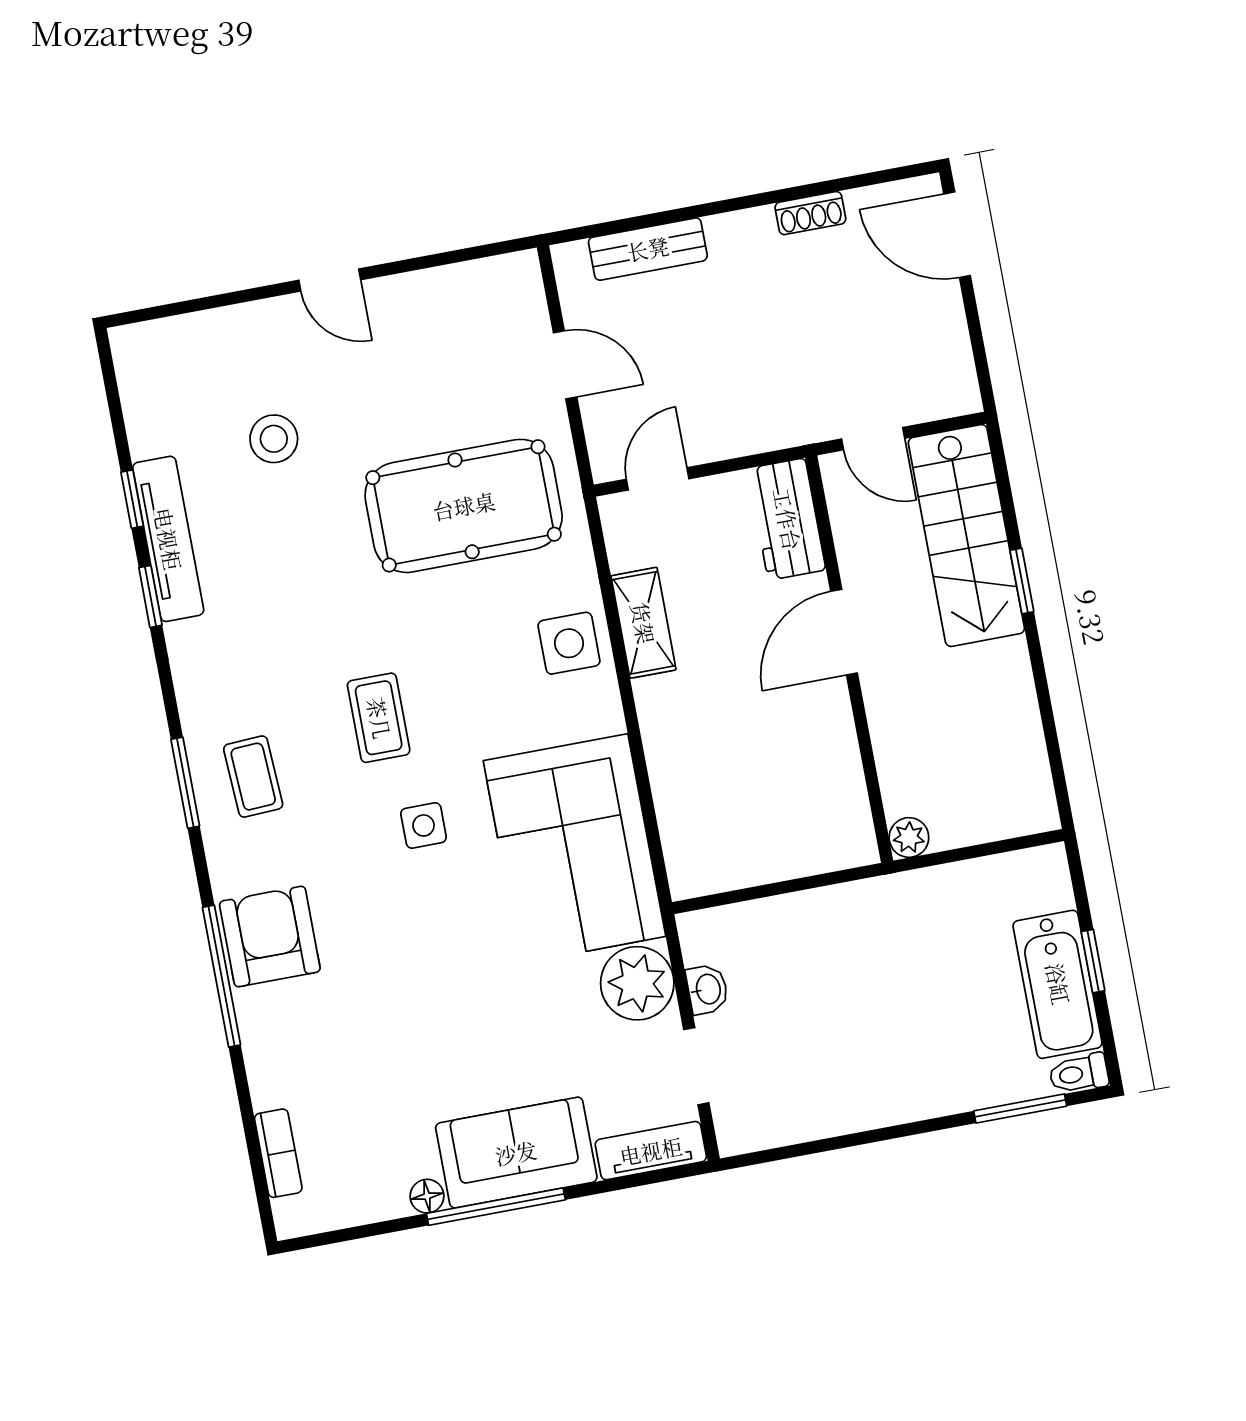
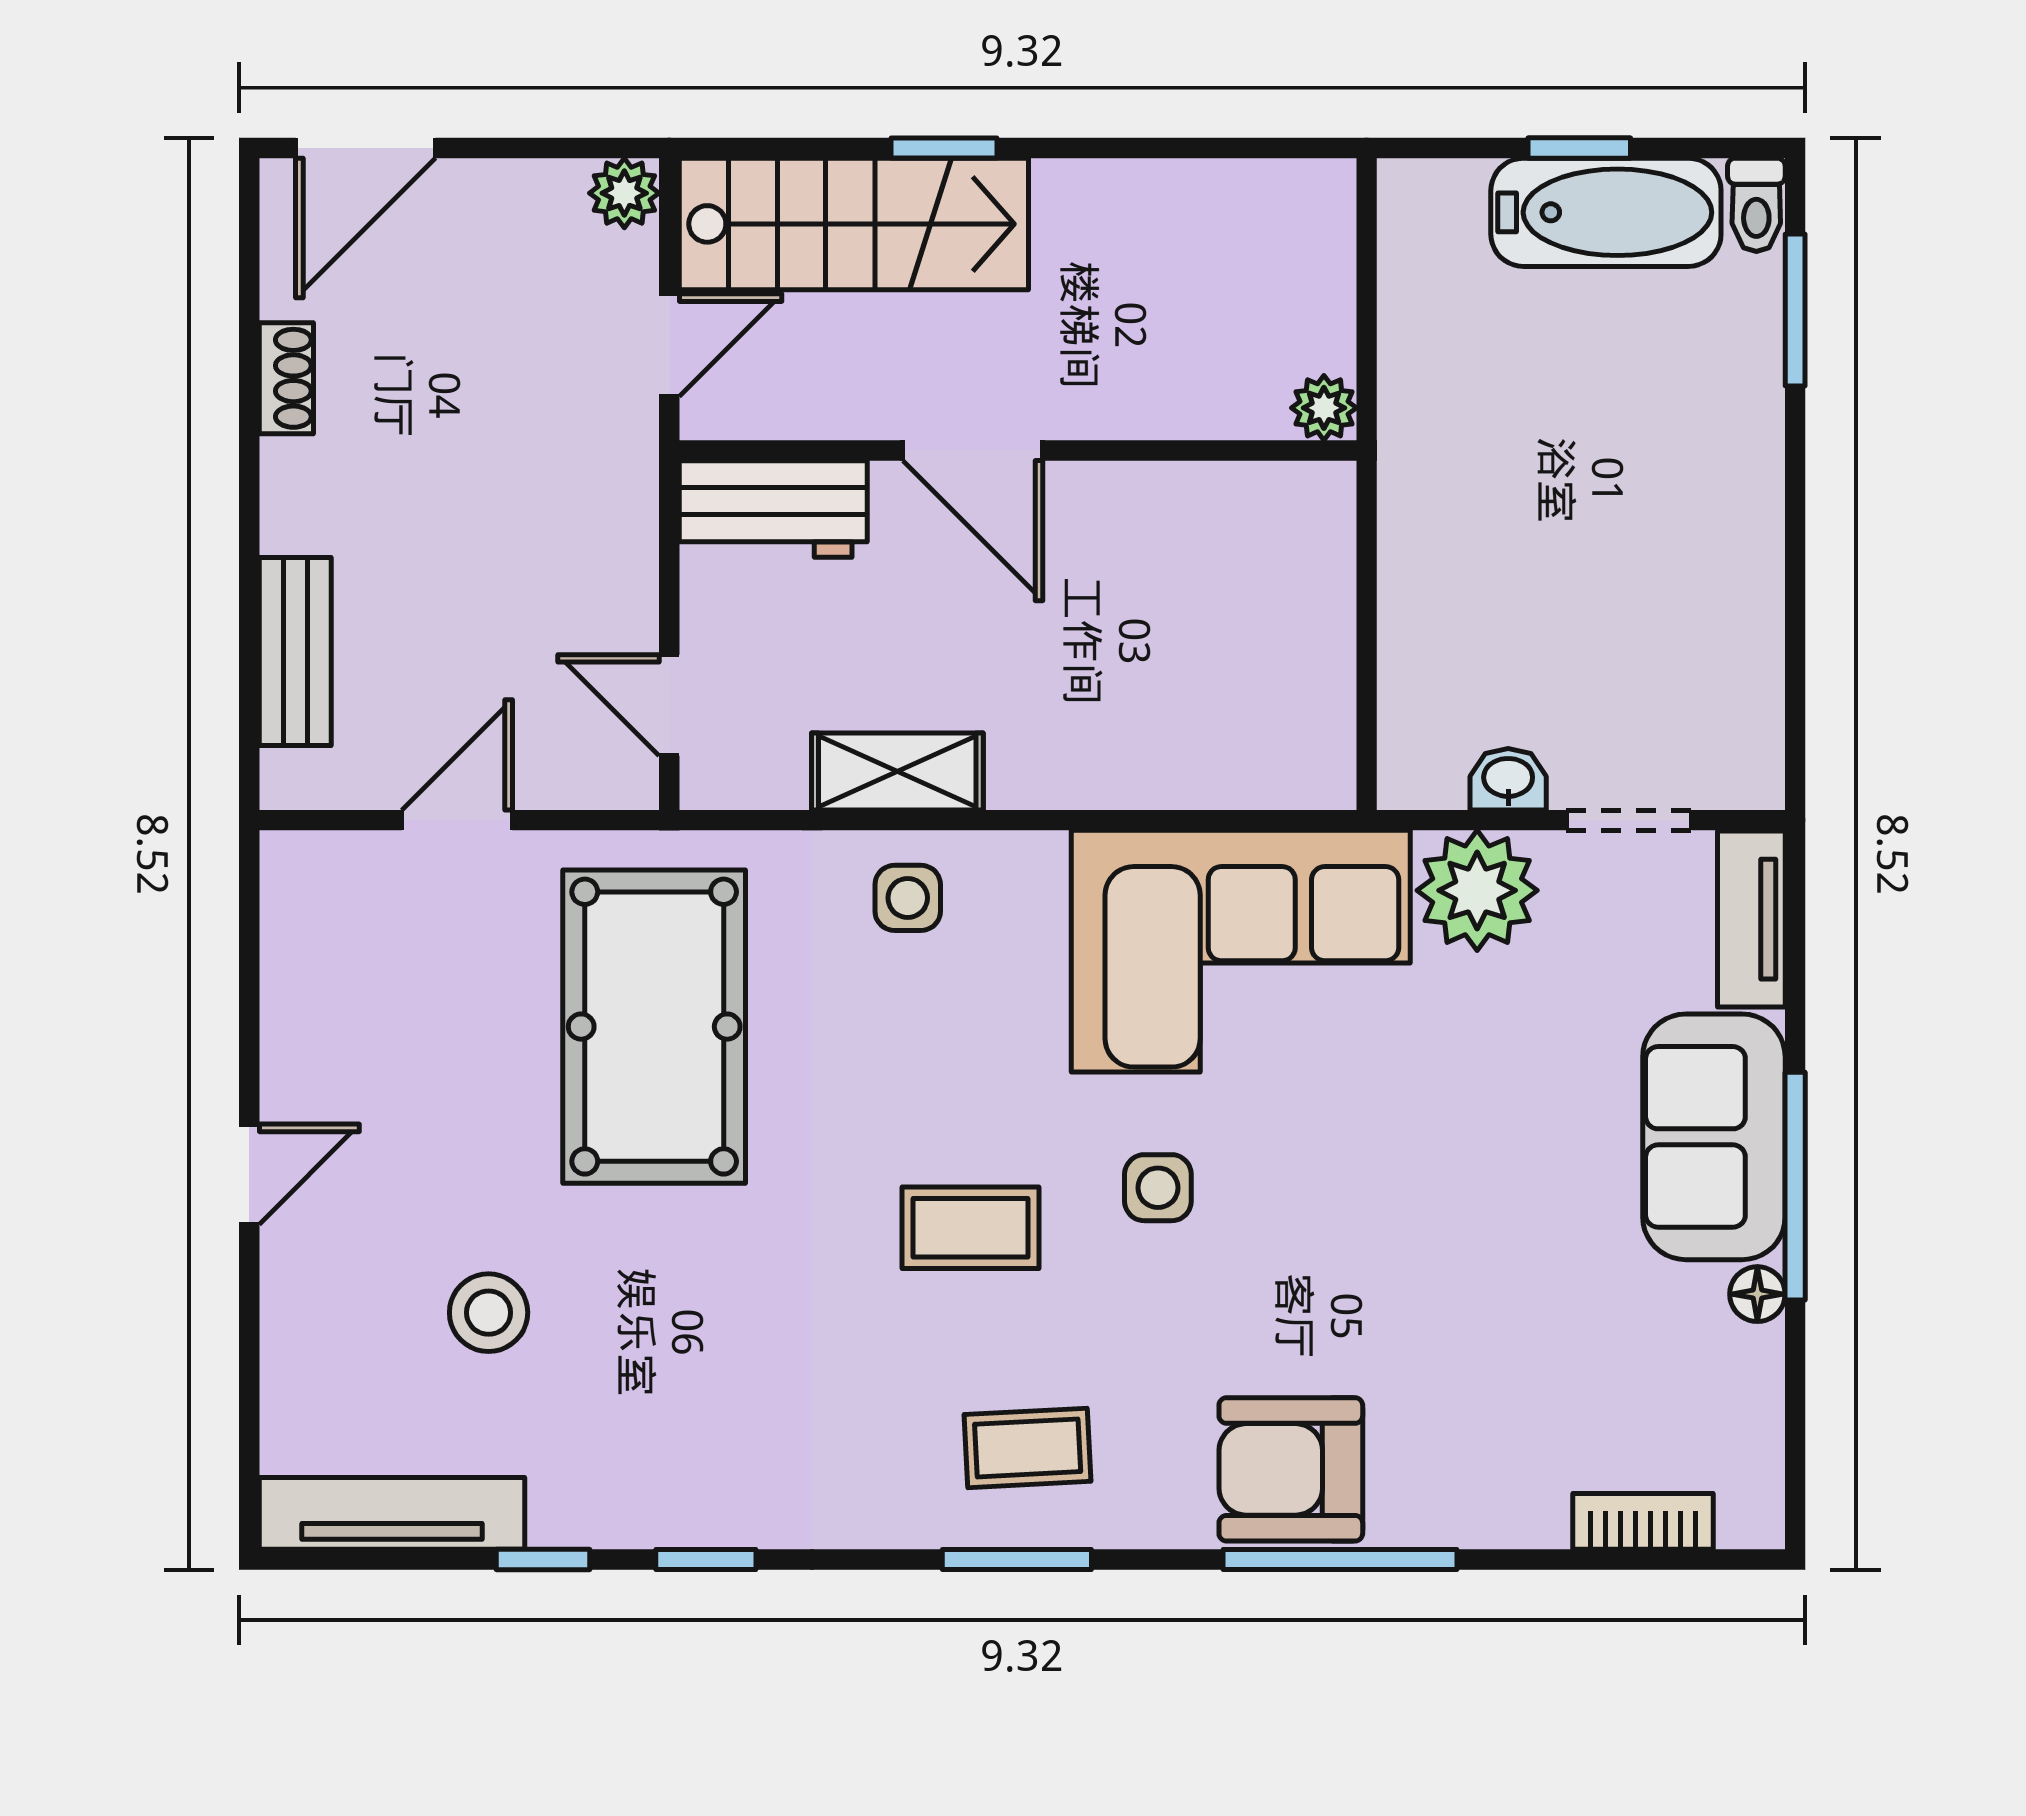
plant: (959, 395) -> (624, 193), added
tv unit: (168, 539) -> (392, 1513), moved
side table: (569, 643) -> (908, 898), width x0.73, depth x0.73

